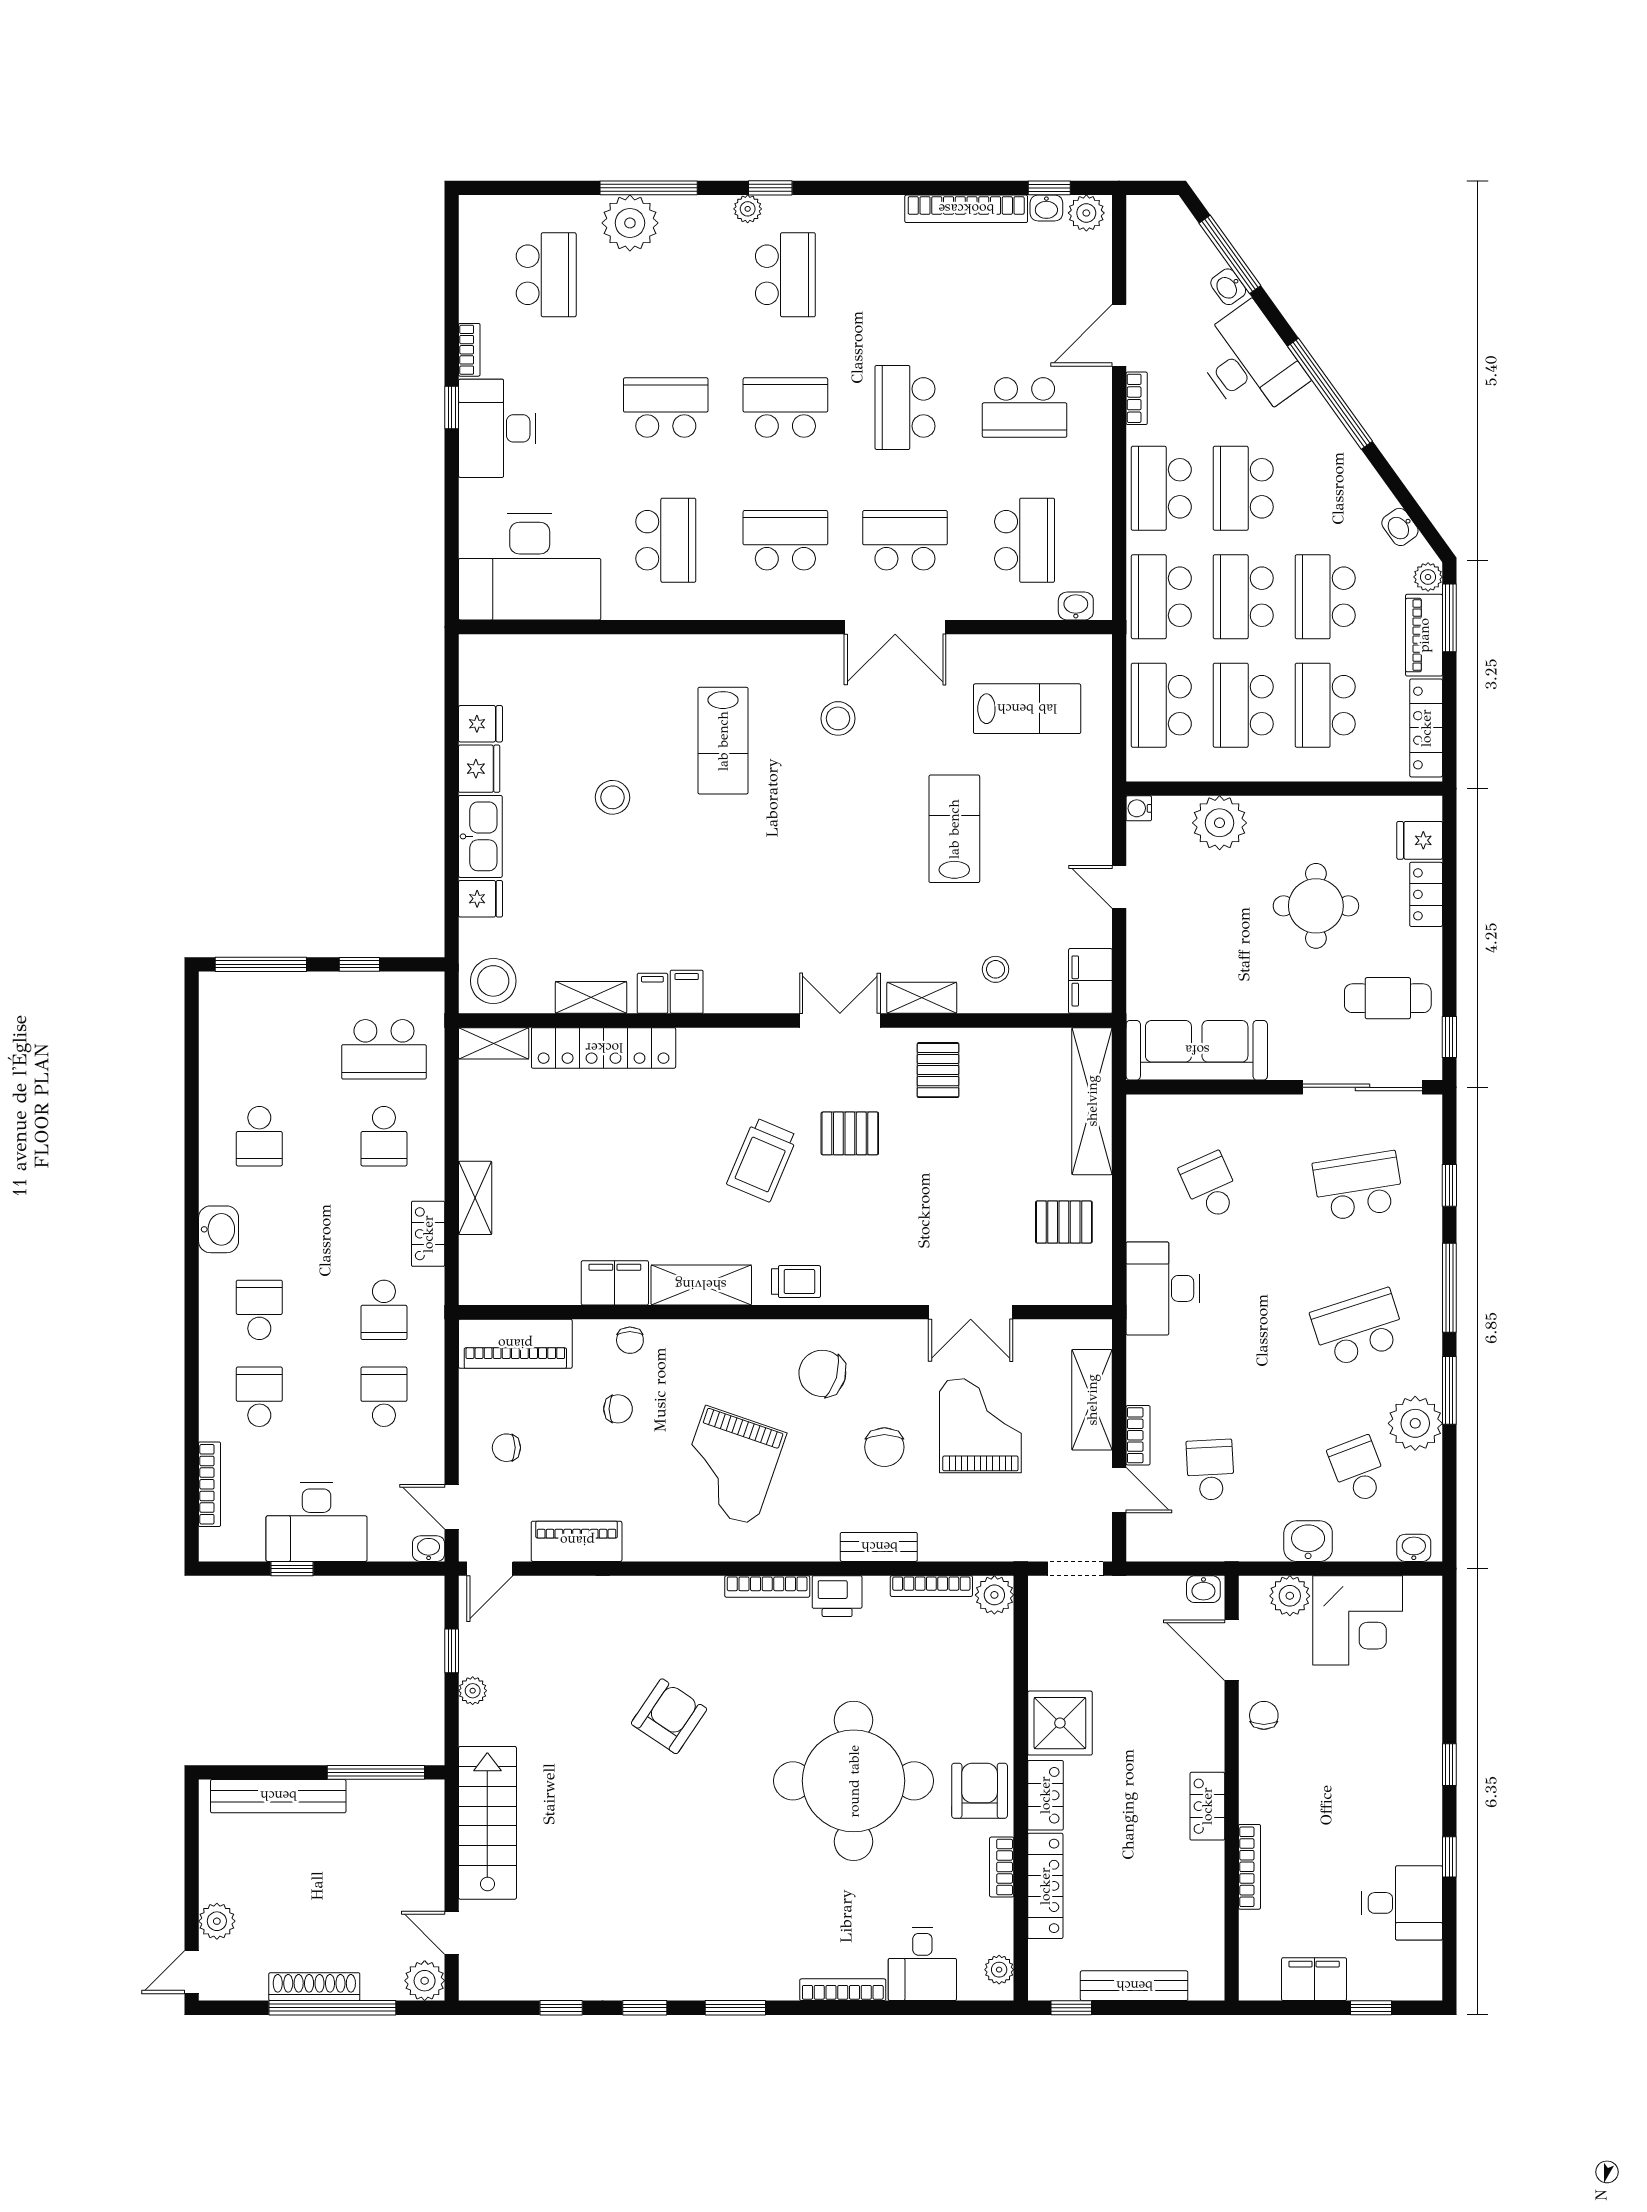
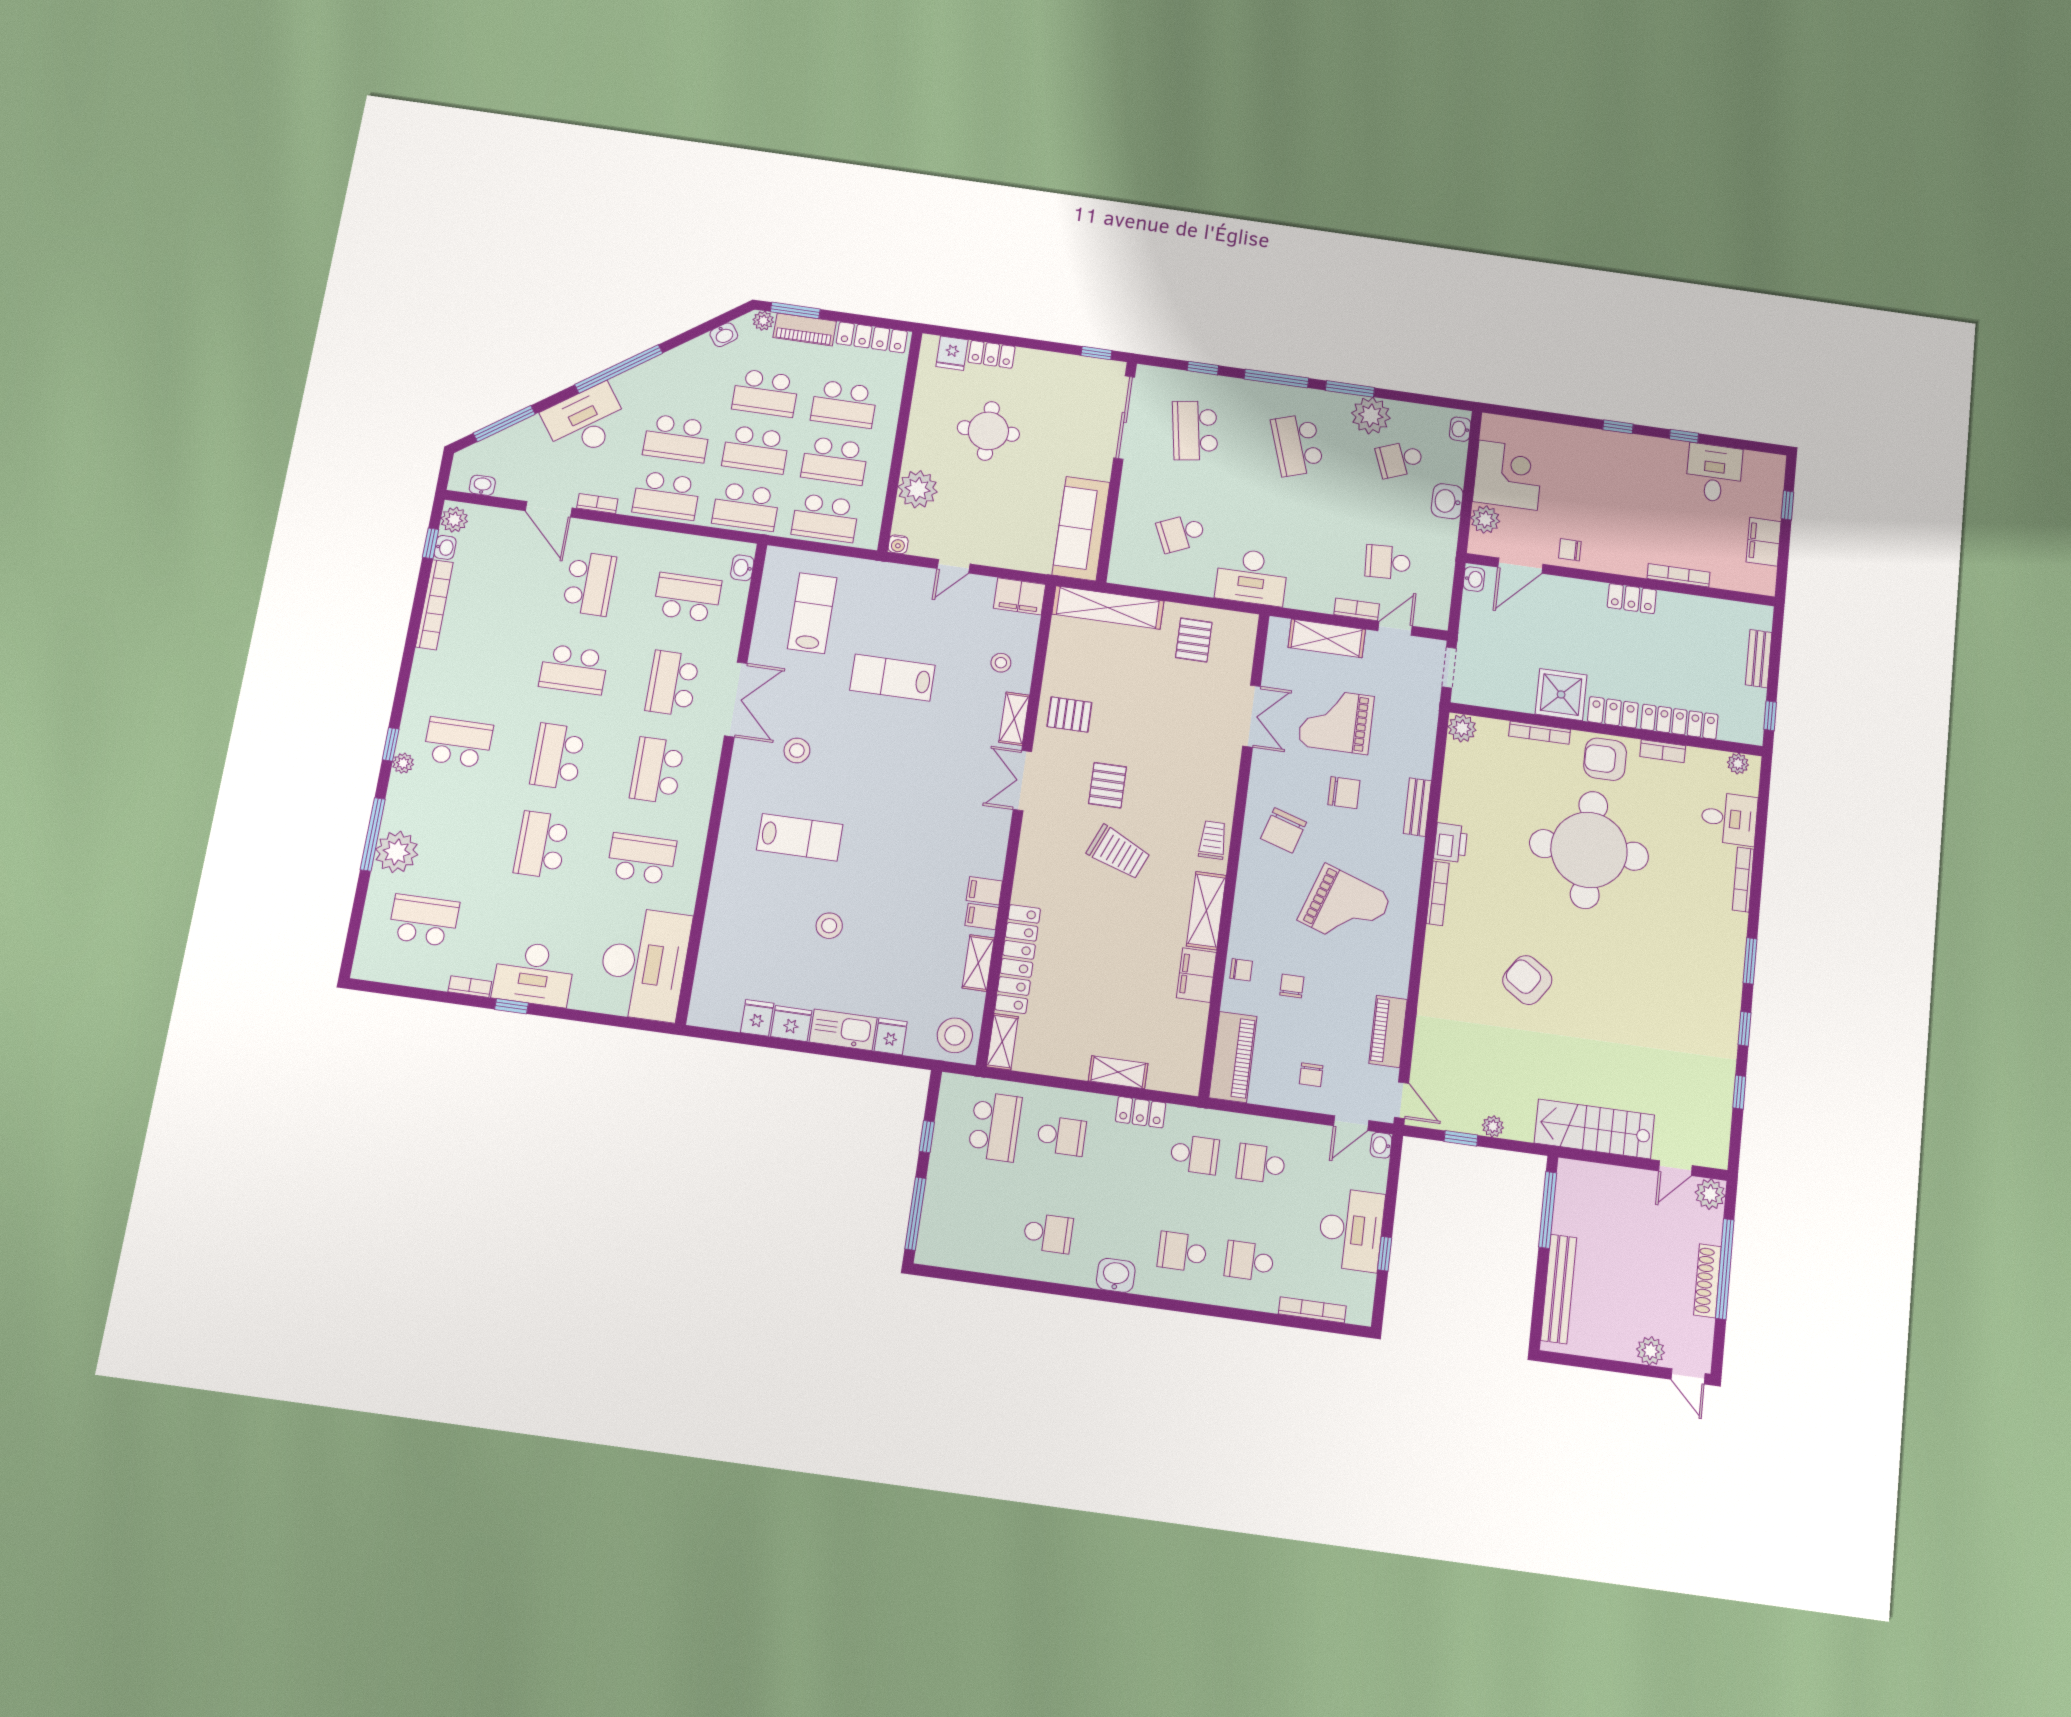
washbasin: (1228, 287) -> (482, 485), moved, turned -144
cafe table: (1388, 998) -> (1062, 391), removed
bookcase: (931, 1586) -> (1540, 733), moved, turned 90
bench: (1134, 1986) -> (1759, 659), width x0.73

